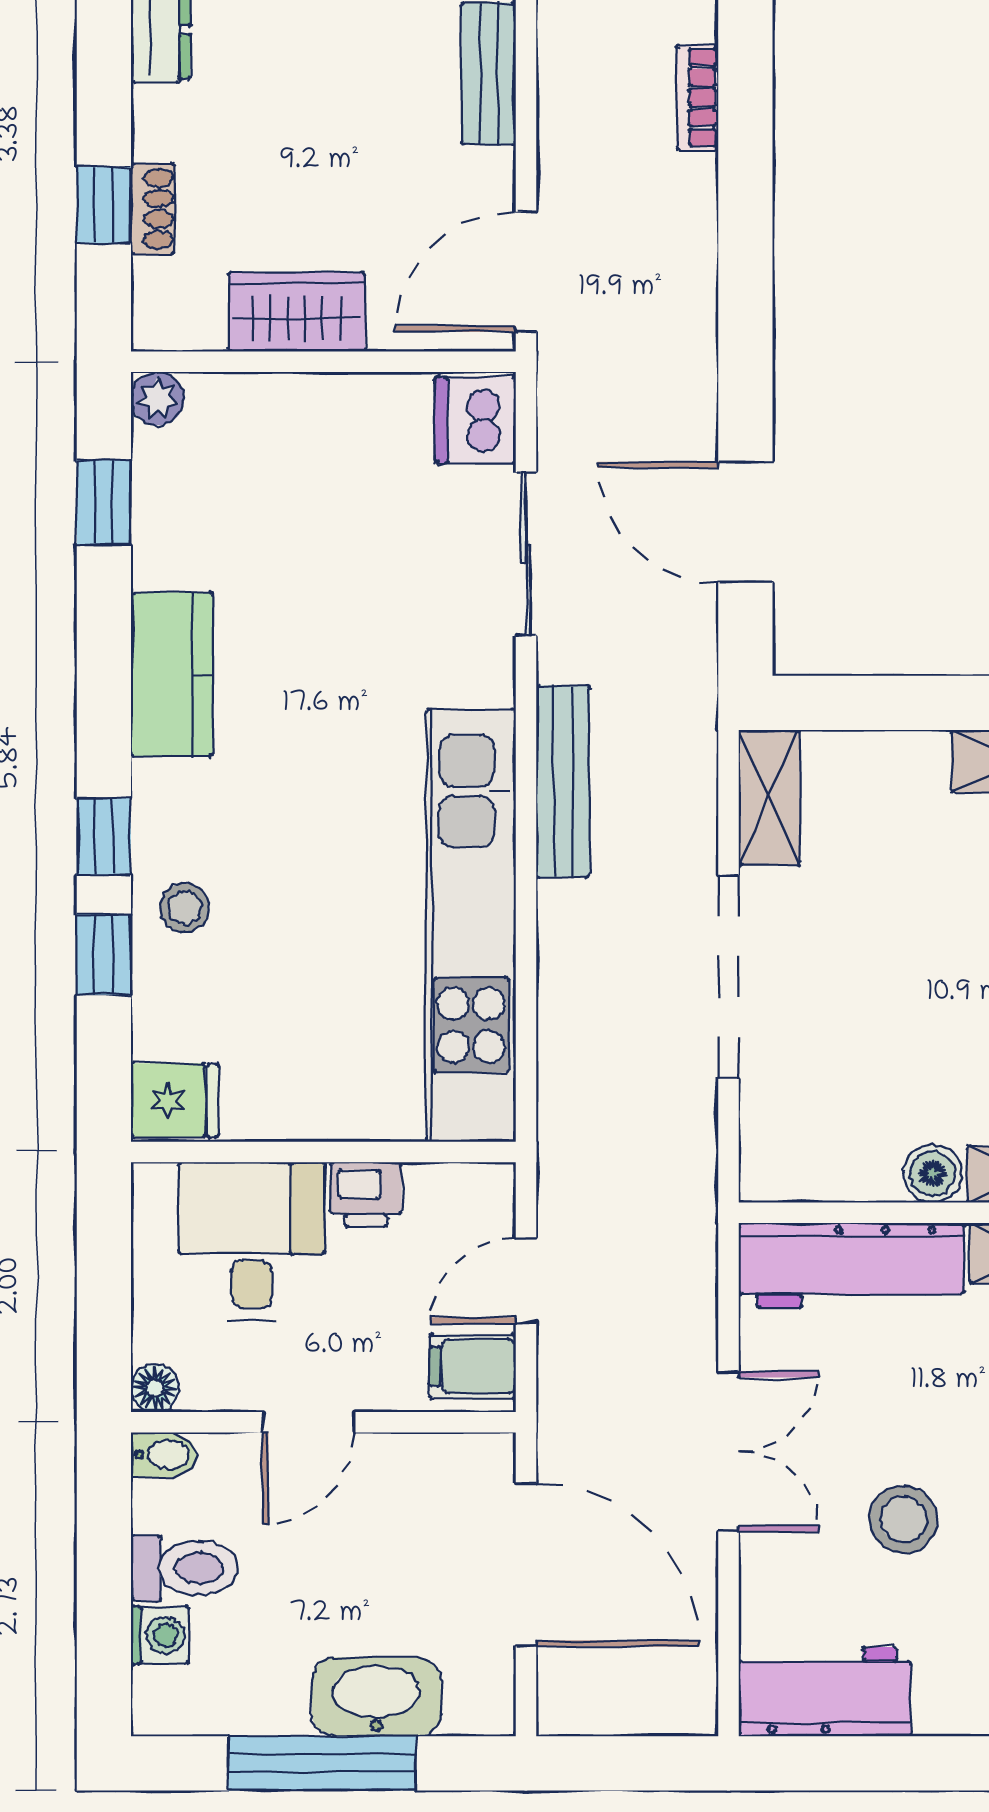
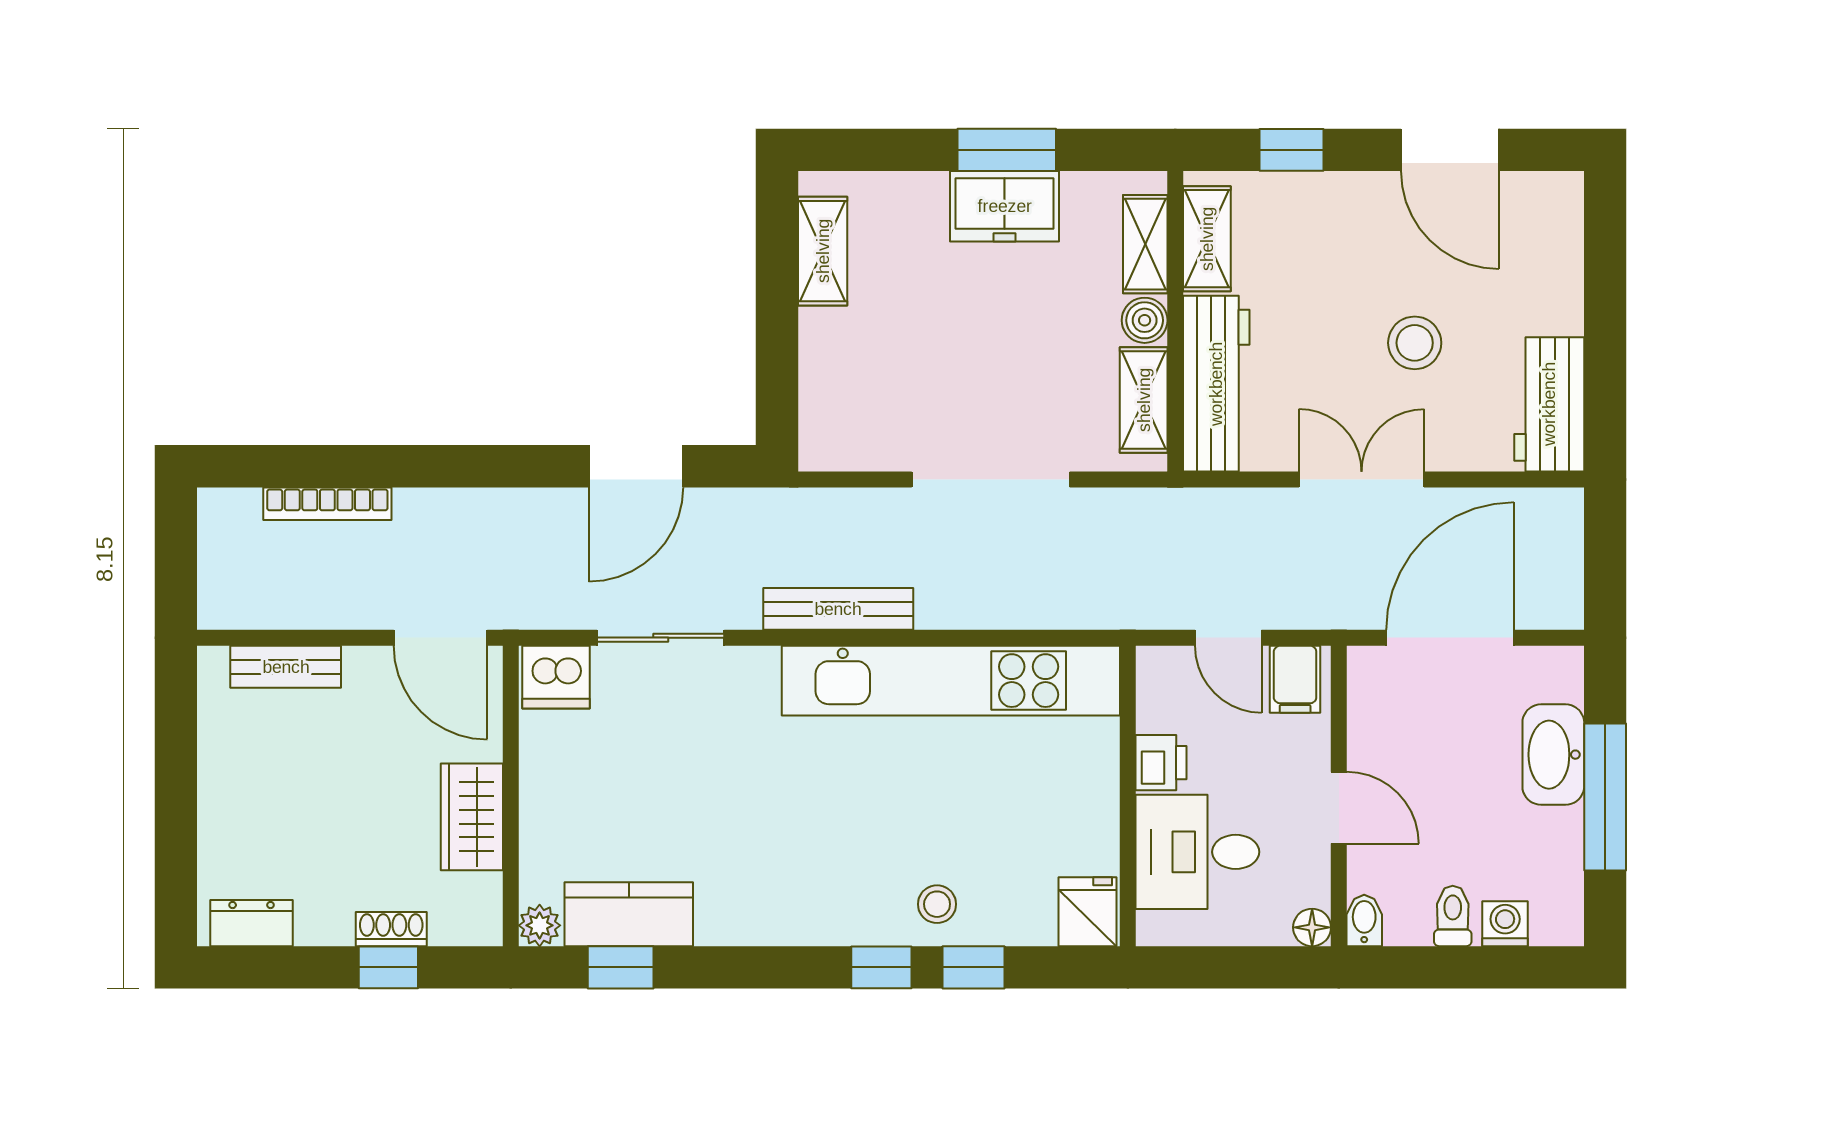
bookcase: (697, 97) -> (327, 504), width x1.56
kitchen counter: (172, 675) -> (629, 914), moved
shelving: (769, 798) -> (1144, 400), moved, turned 90
toilet: (185, 1568) -> (1453, 916), width x0.73, depth x0.72

